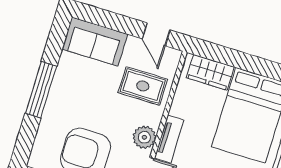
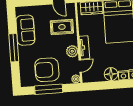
sofa: (95, 42) -> (25, 30), moved, turned -90

